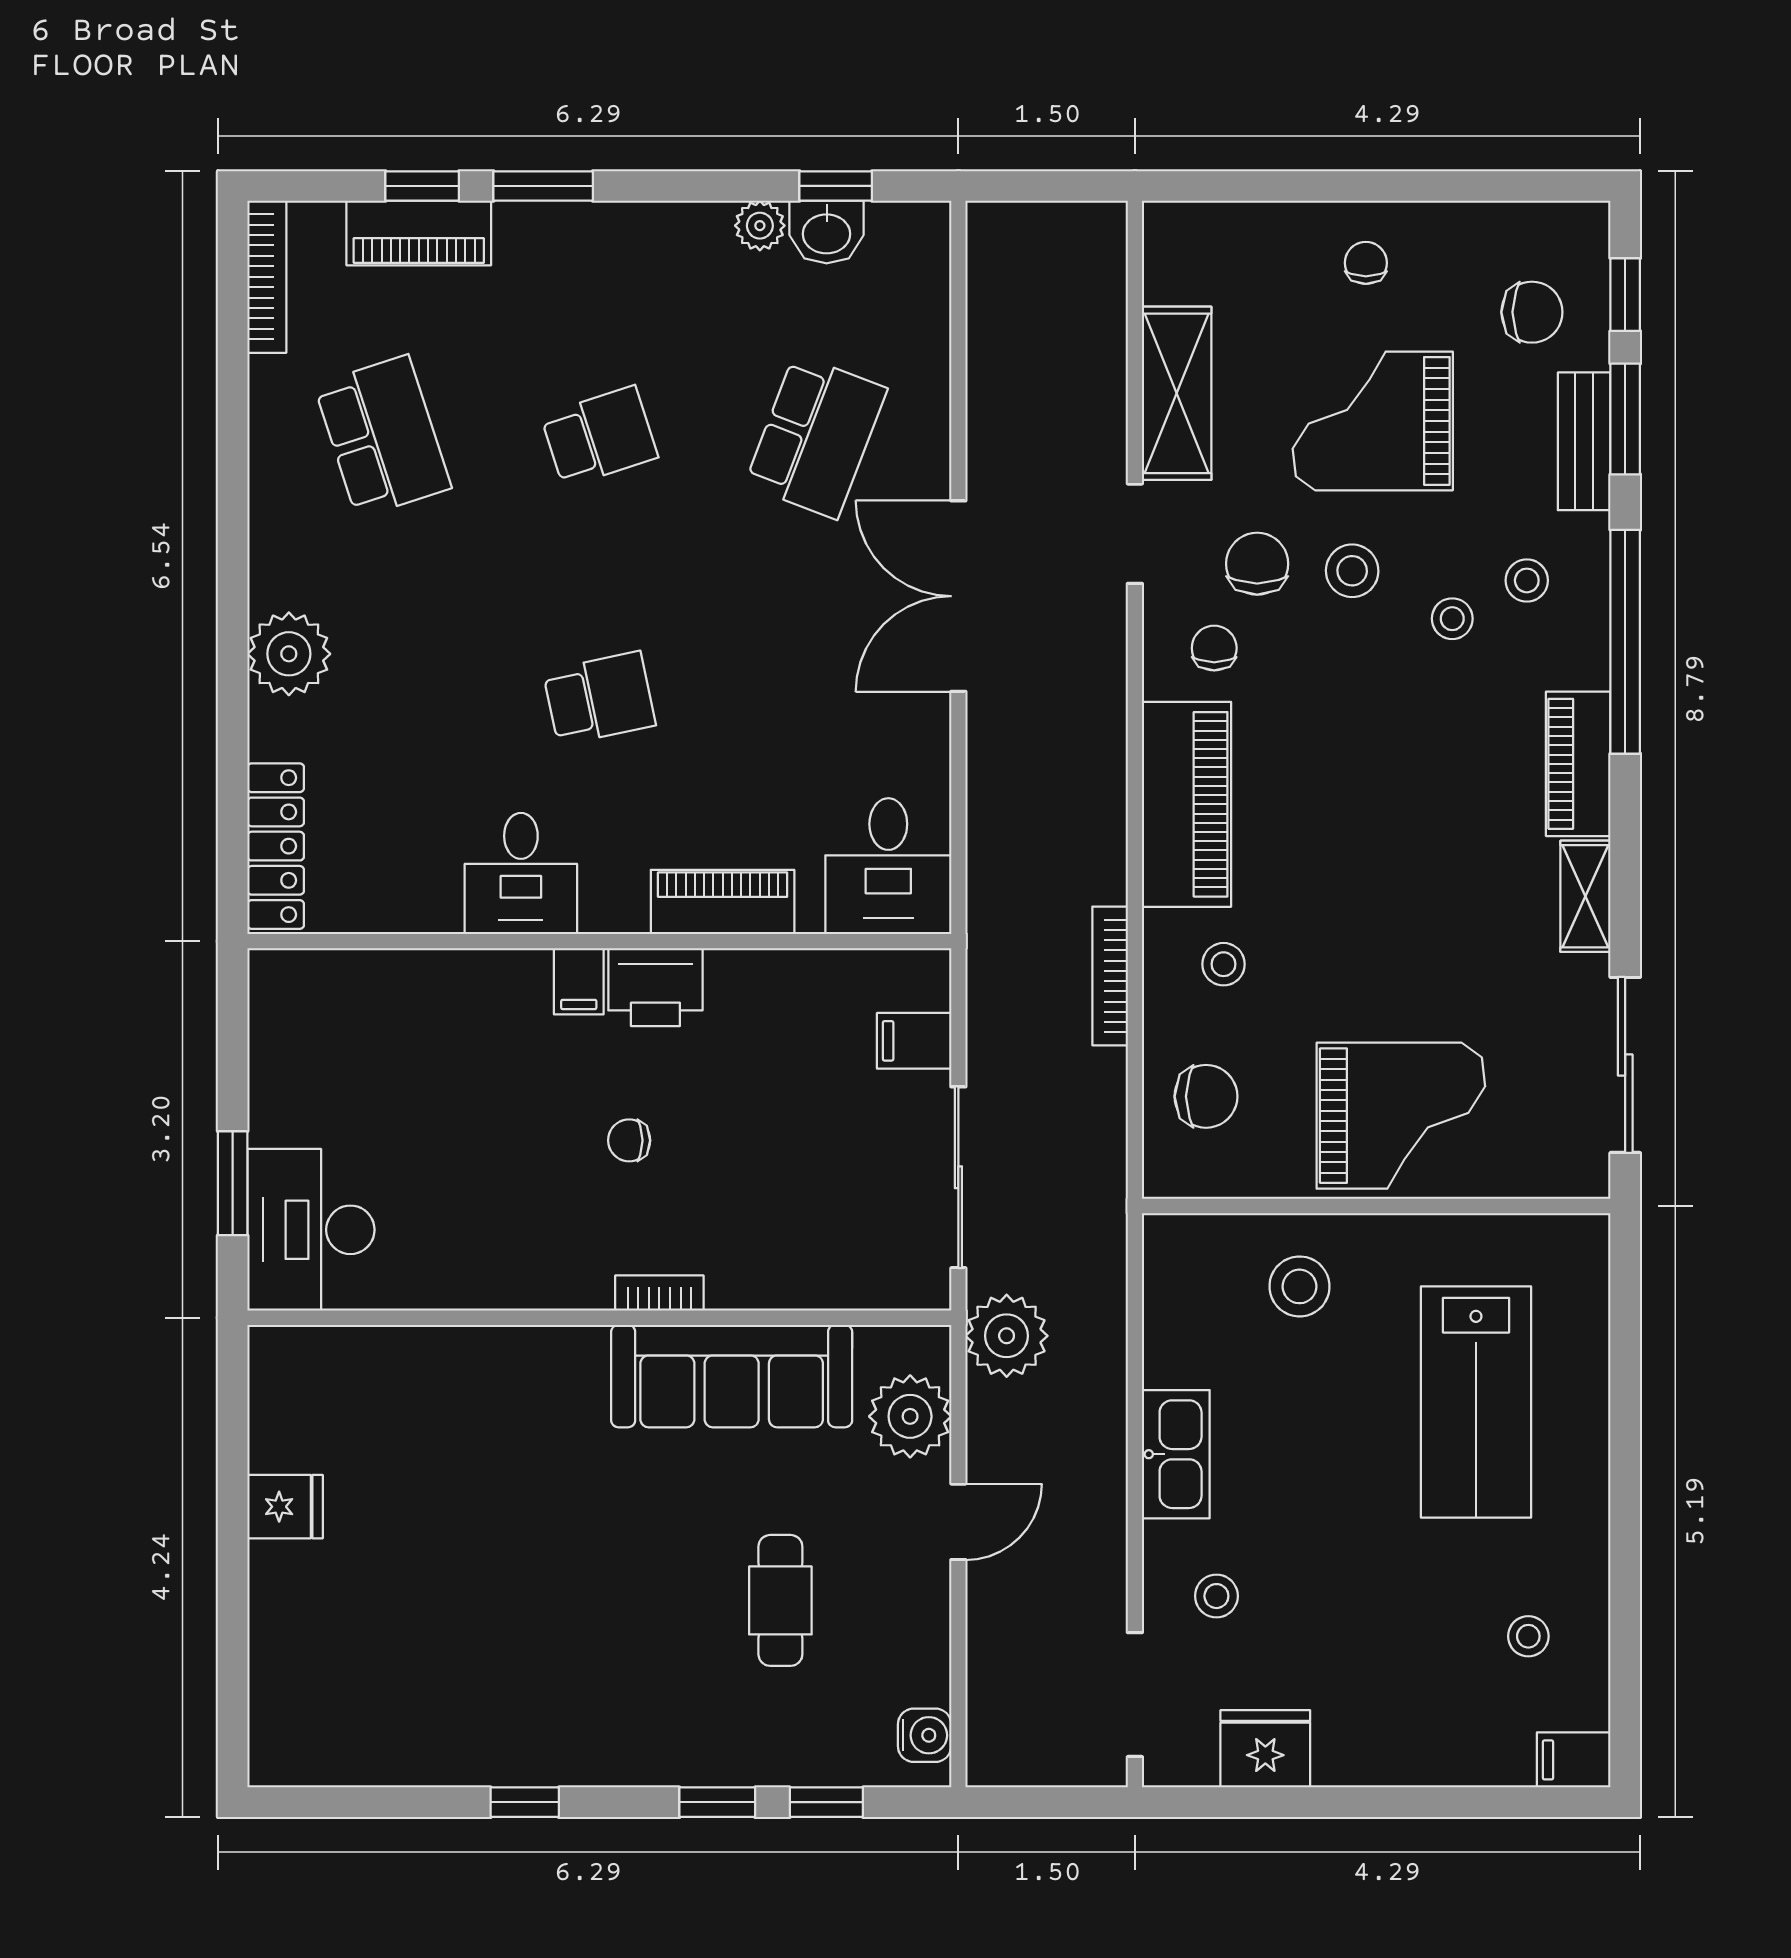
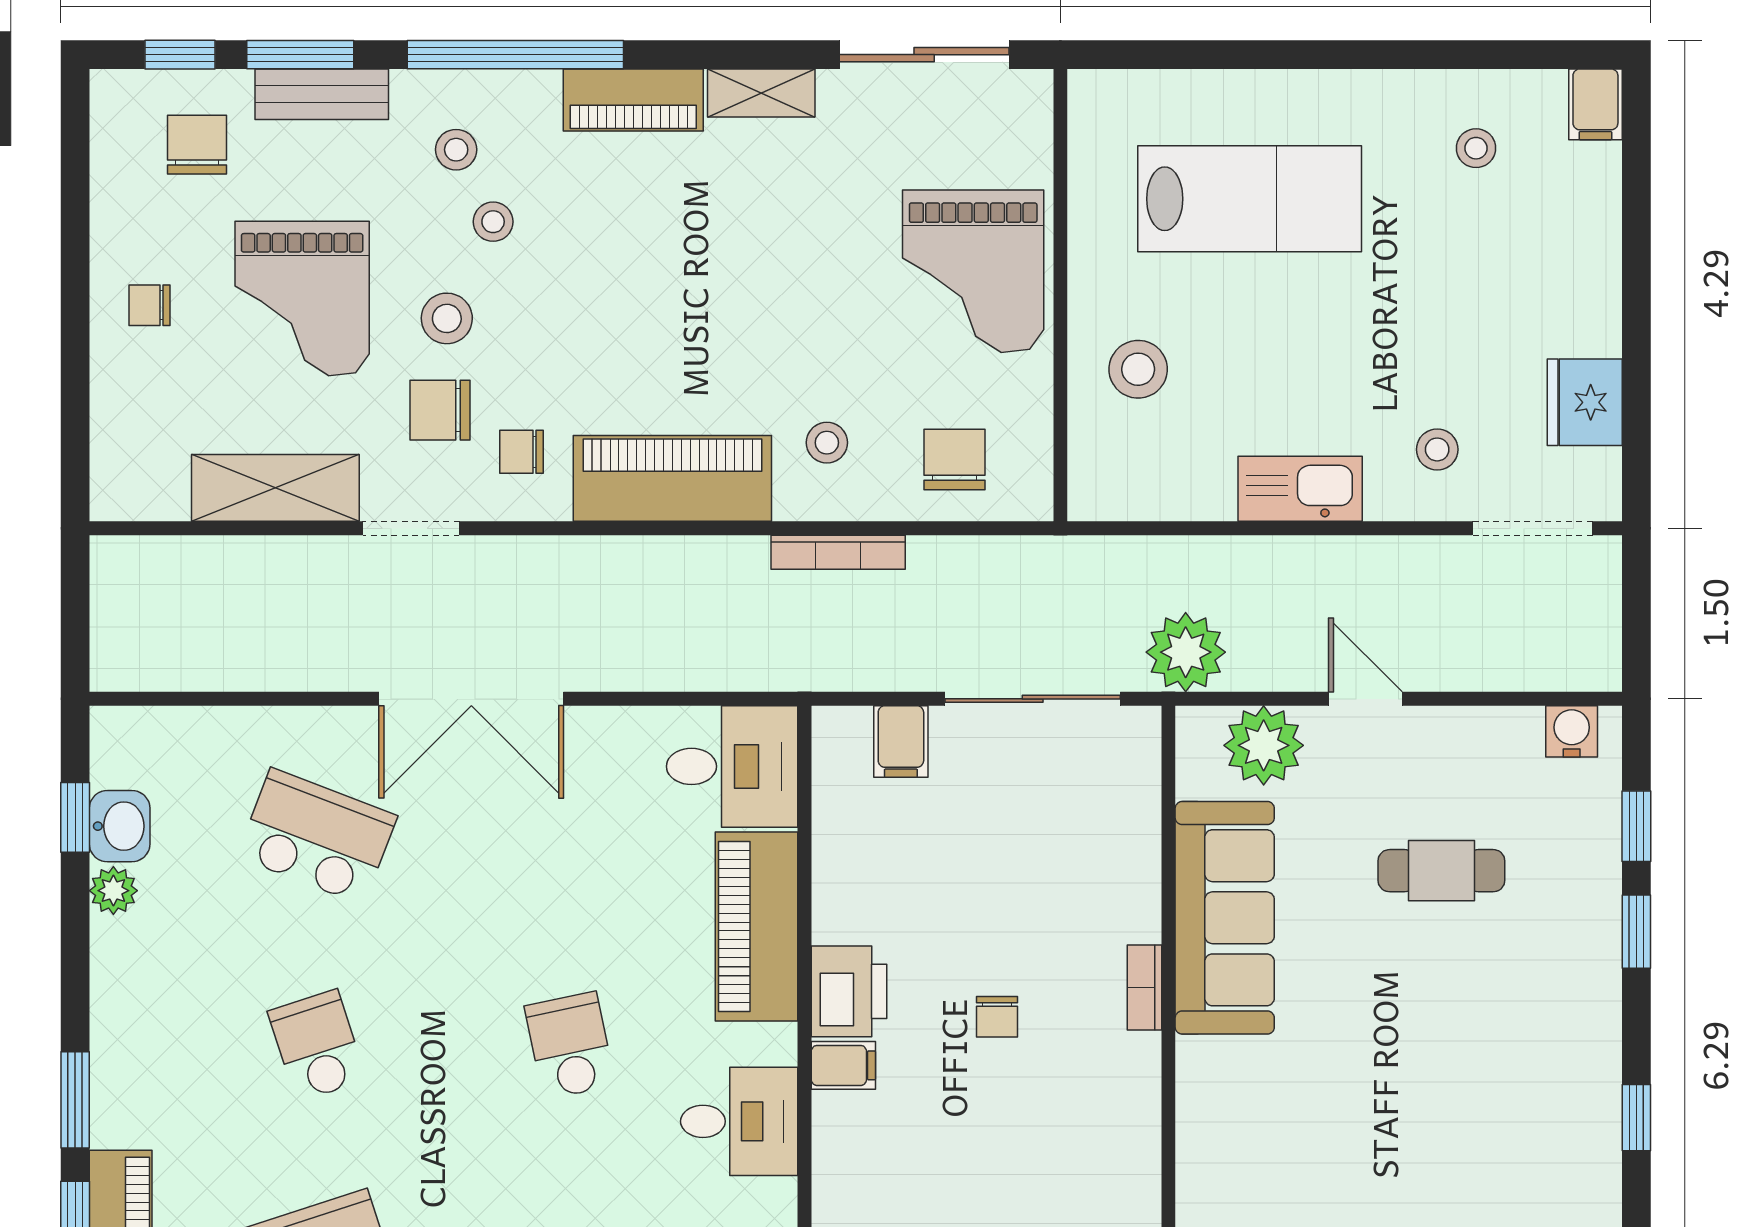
piano: (723, 902) -> (757, 927), width x1.37, depth x1.33
grand piano: (1401, 1116) -> (973, 271), turned 180

